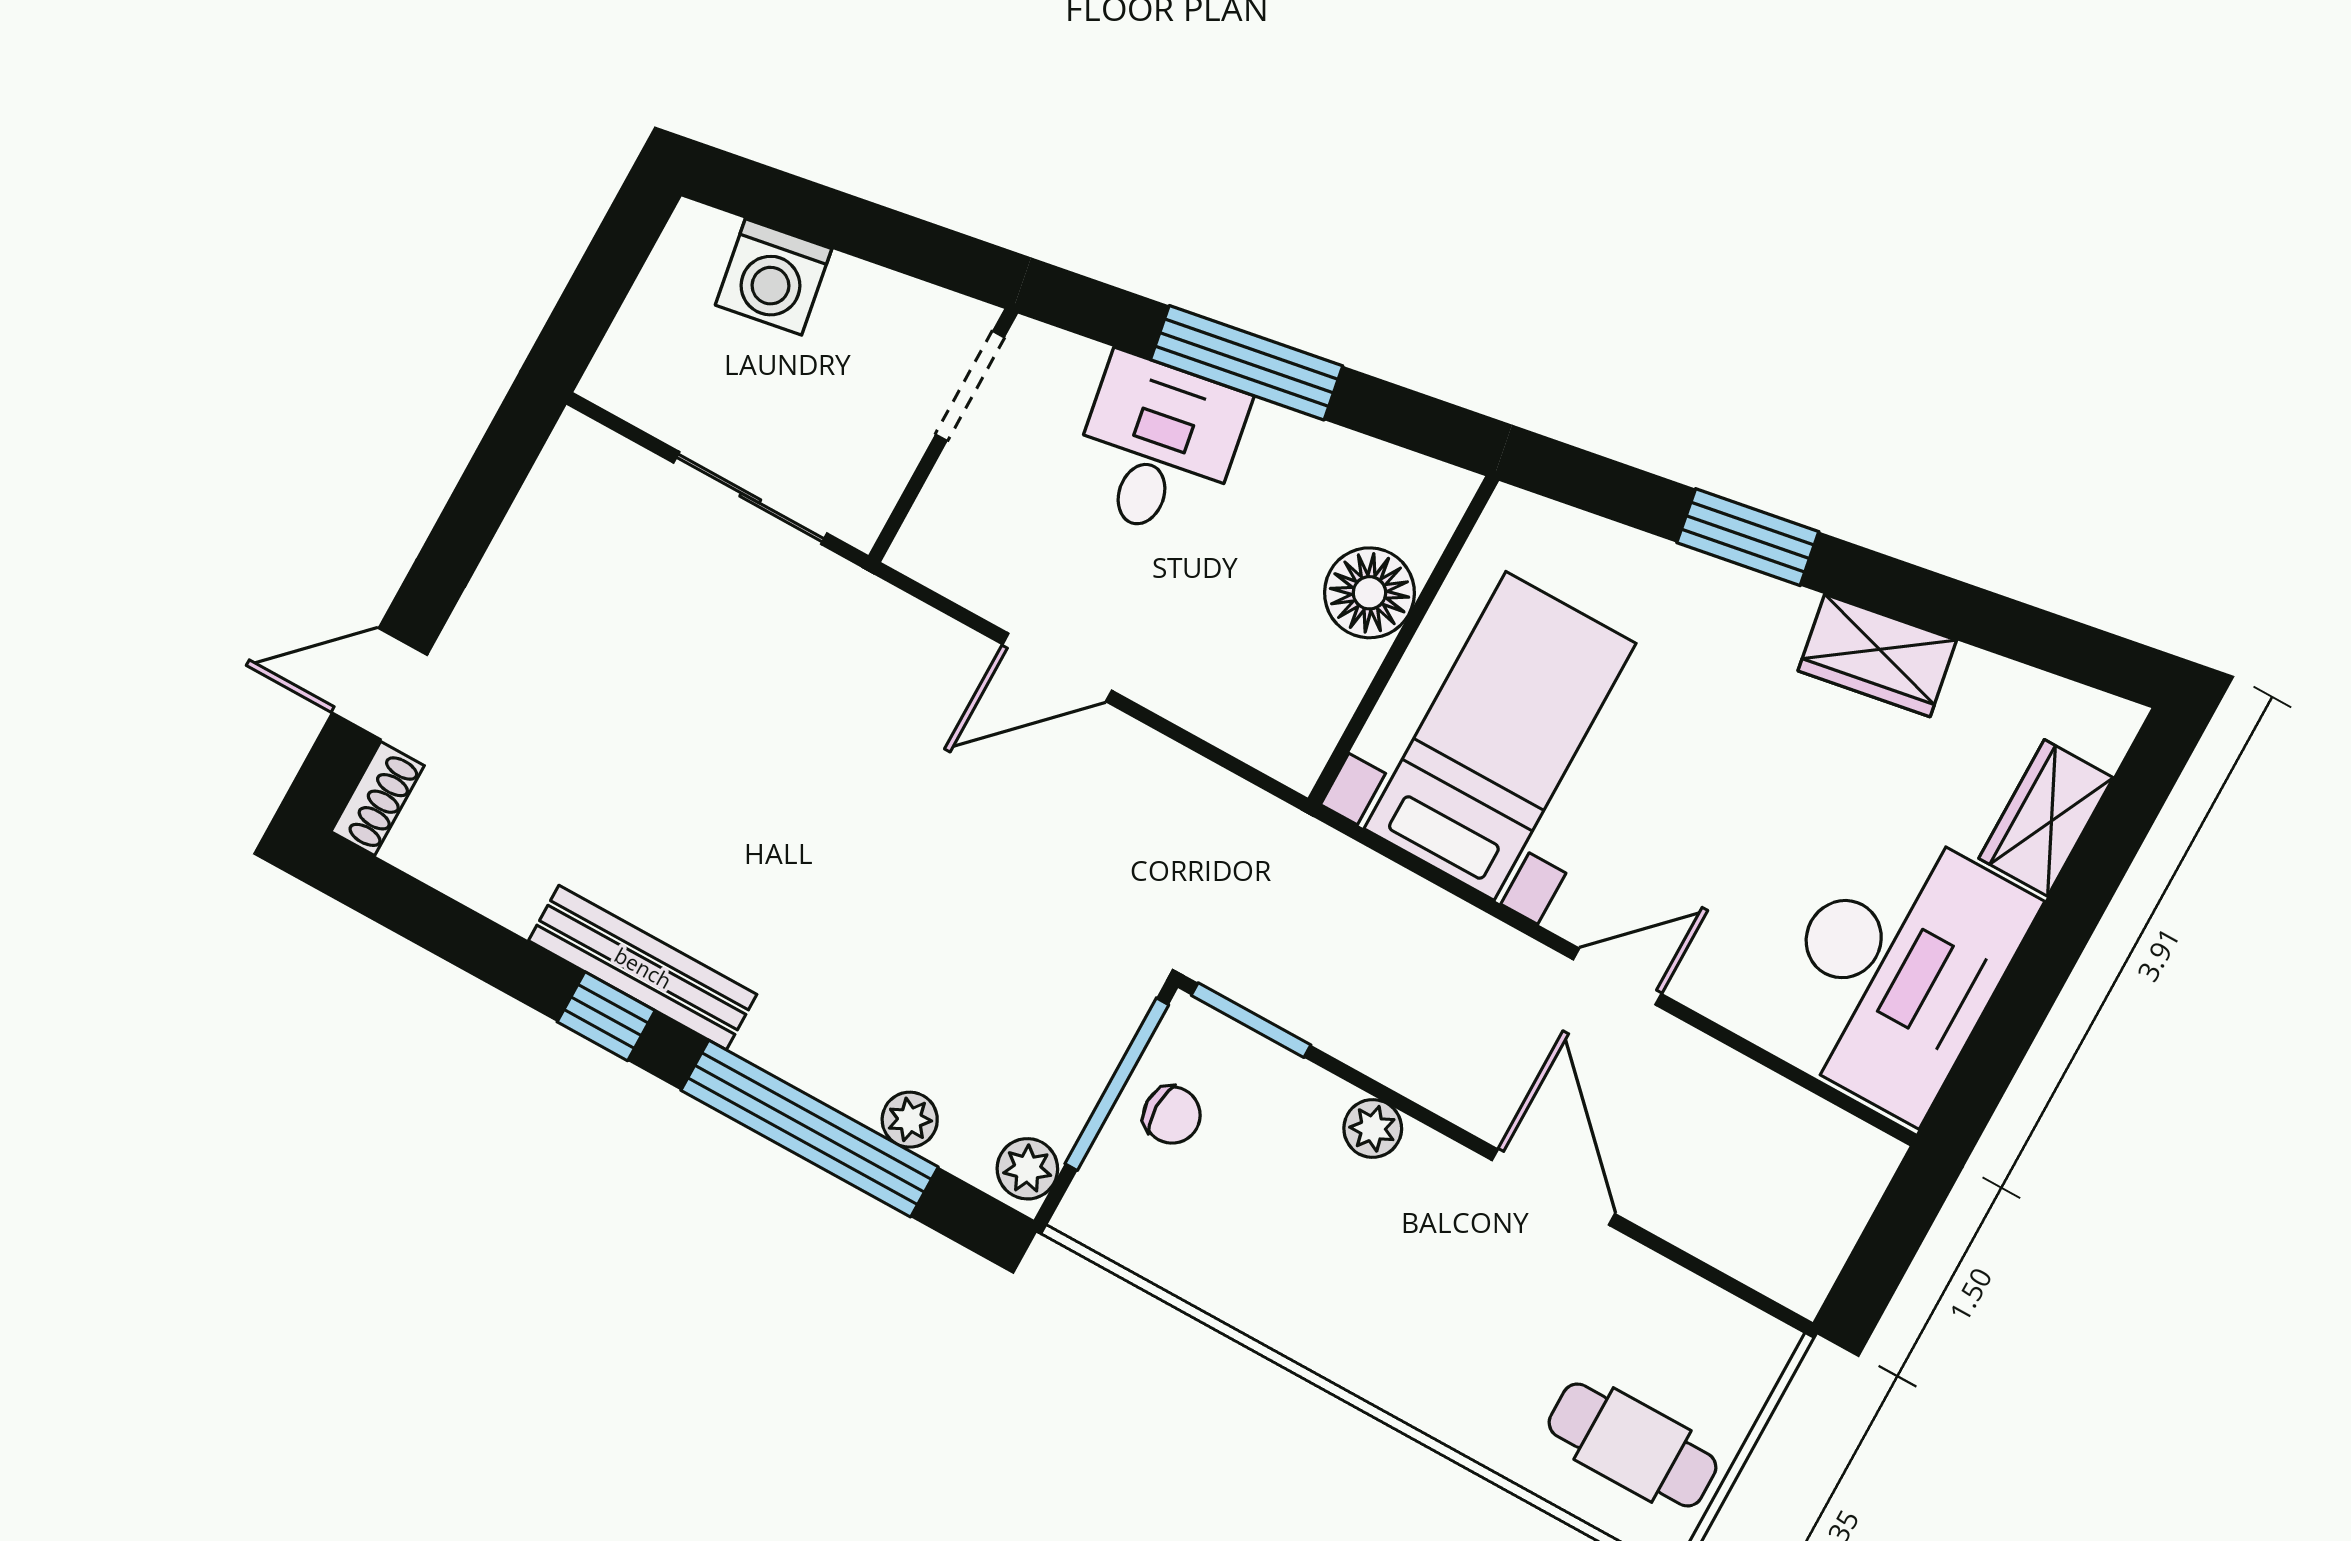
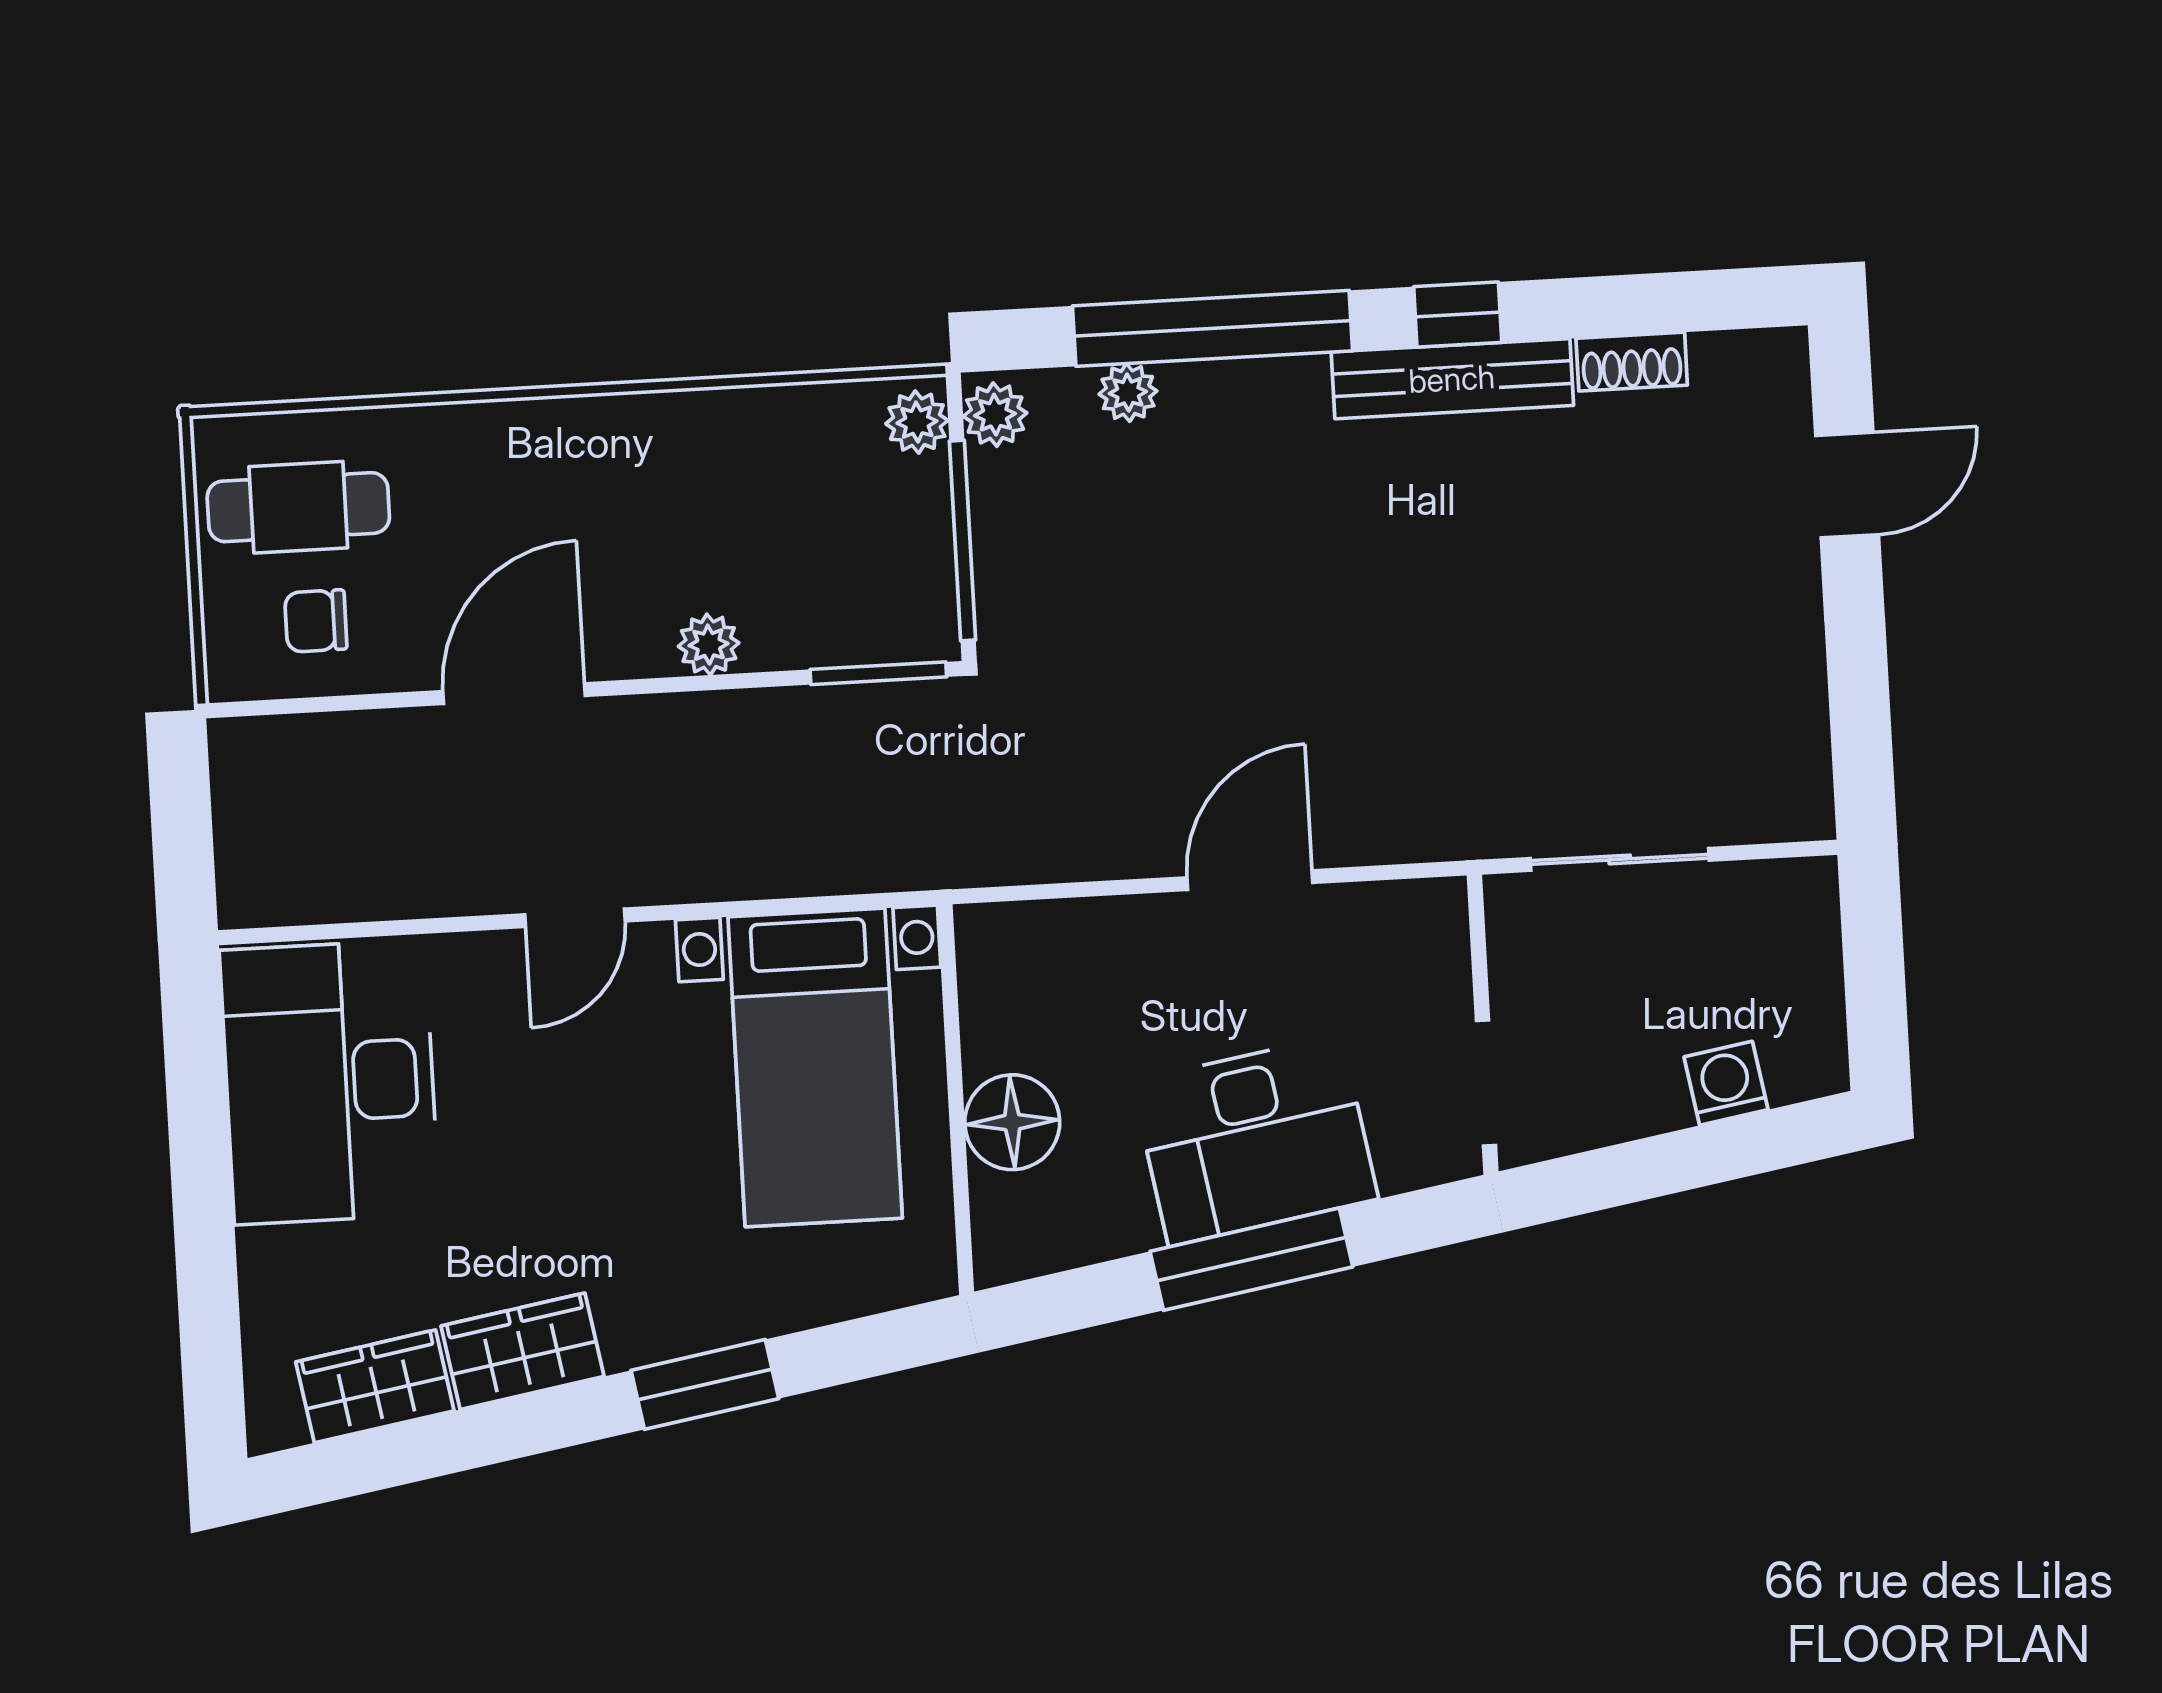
washing machine: (774, 277) -> (1726, 1083), width x0.73, depth x0.73
desk: (1158, 447) -> (1255, 1140), width x1.37
shoe rack: (378, 799) -> (1632, 362), moved, turned -90
wardrobe: (2046, 818) -> (375, 1386), moved, turned -100
chair: (1172, 1115) -> (316, 621), moved
door: (1553, 1187) -> (514, 694), swing flipped
plant: (1094, 1202) -> (917, 422), added

